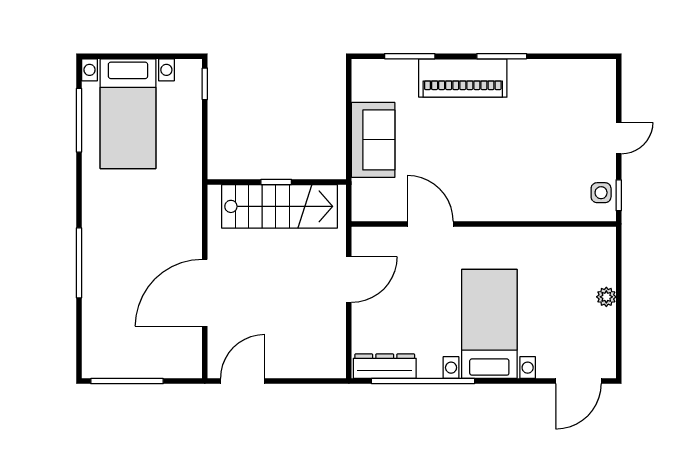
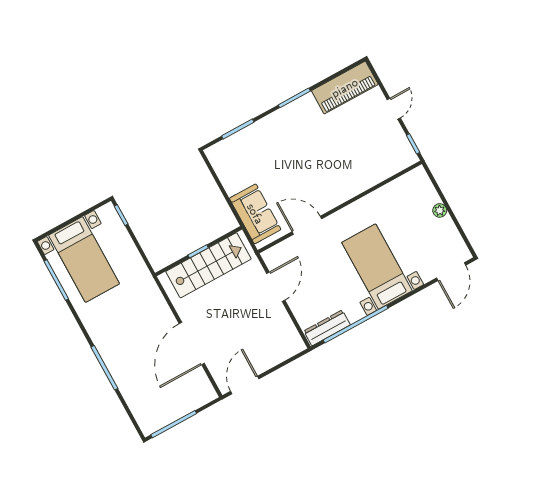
piano: (463, 78) -> (345, 88), moved
sofa: (373, 140) -> (255, 214), moved
side table: (601, 193) -> (401, 148), removed

